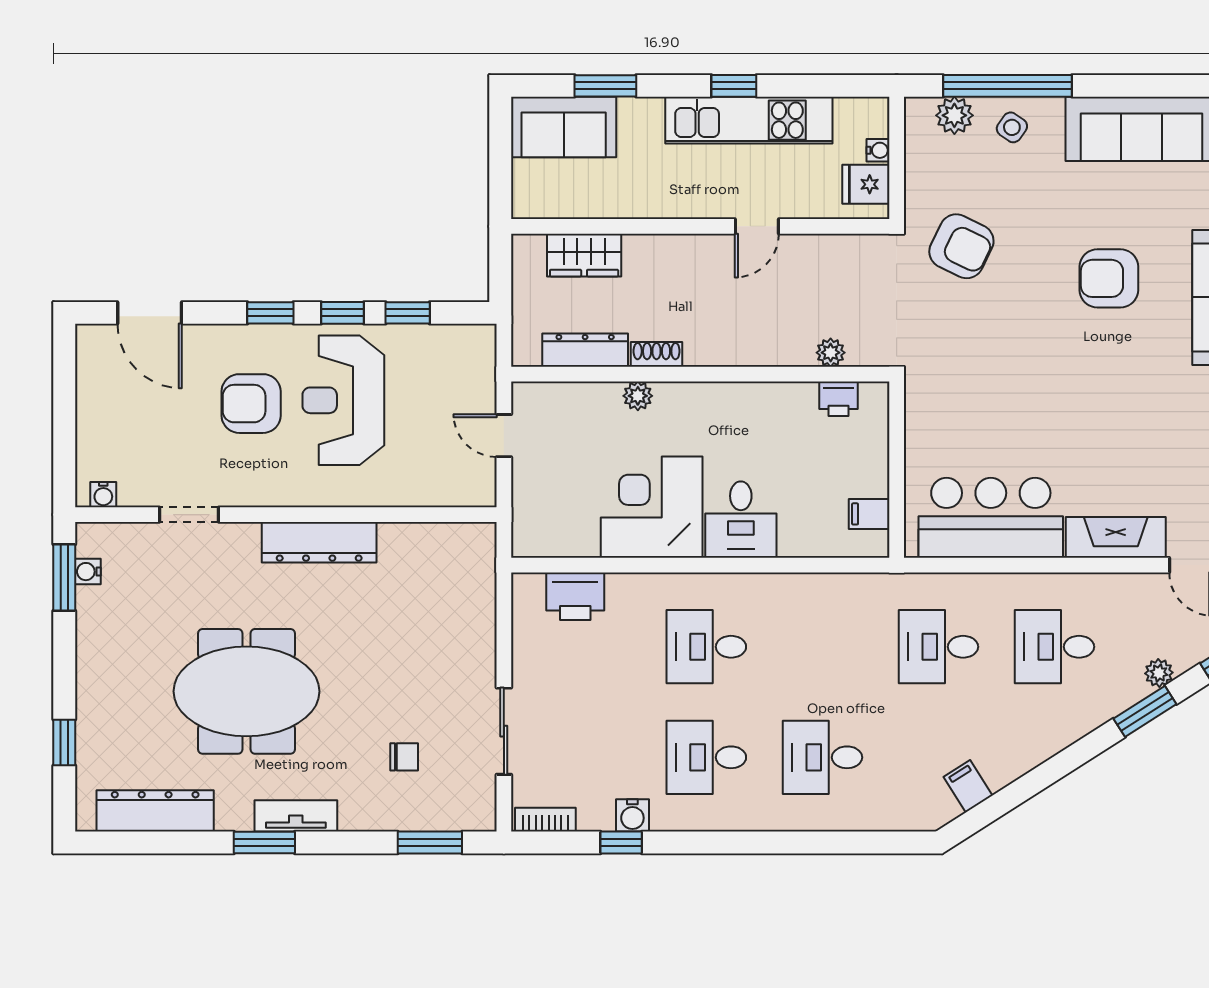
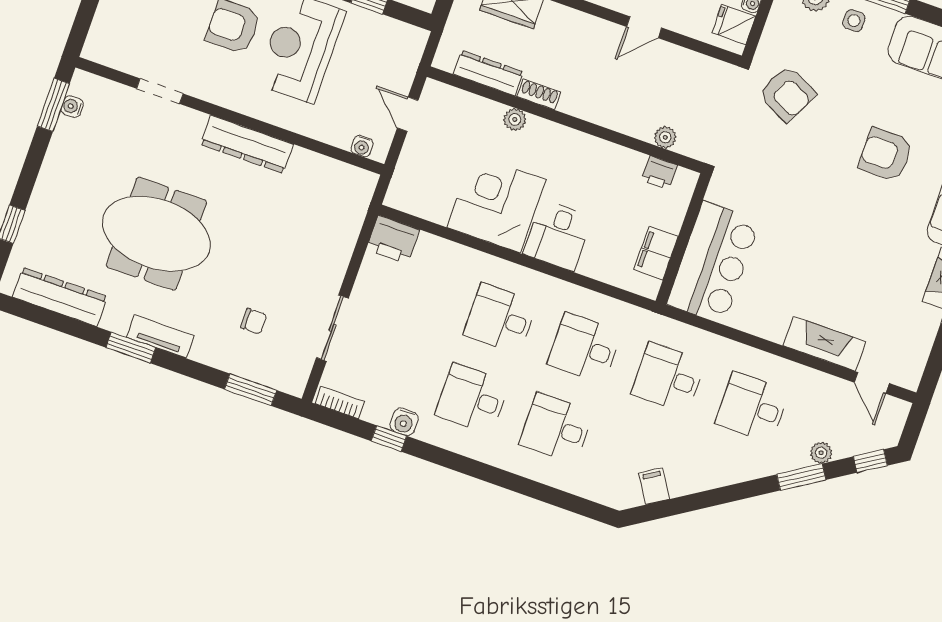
side table: (1012, 127) -> (854, 21), turned -35
water cooler: (103, 495) -> (362, 146), moved
filing cabinet: (869, 514) -> (656, 253), width x2.00
bar counter: (991, 518) -> (713, 263), moved, turned 90
printer: (575, 596) -> (393, 240), moved
desk: (822, 647) -> (584, 348), added

